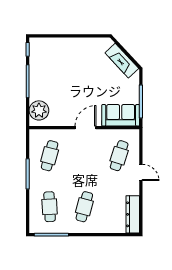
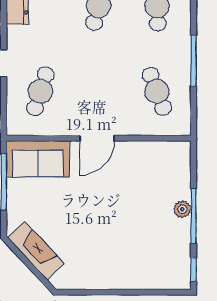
plant: (39, 110) -> (182, 209), moved, width x0.53, depth x0.53
cafe table: (50, 156) -> (157, 91), turned -36

